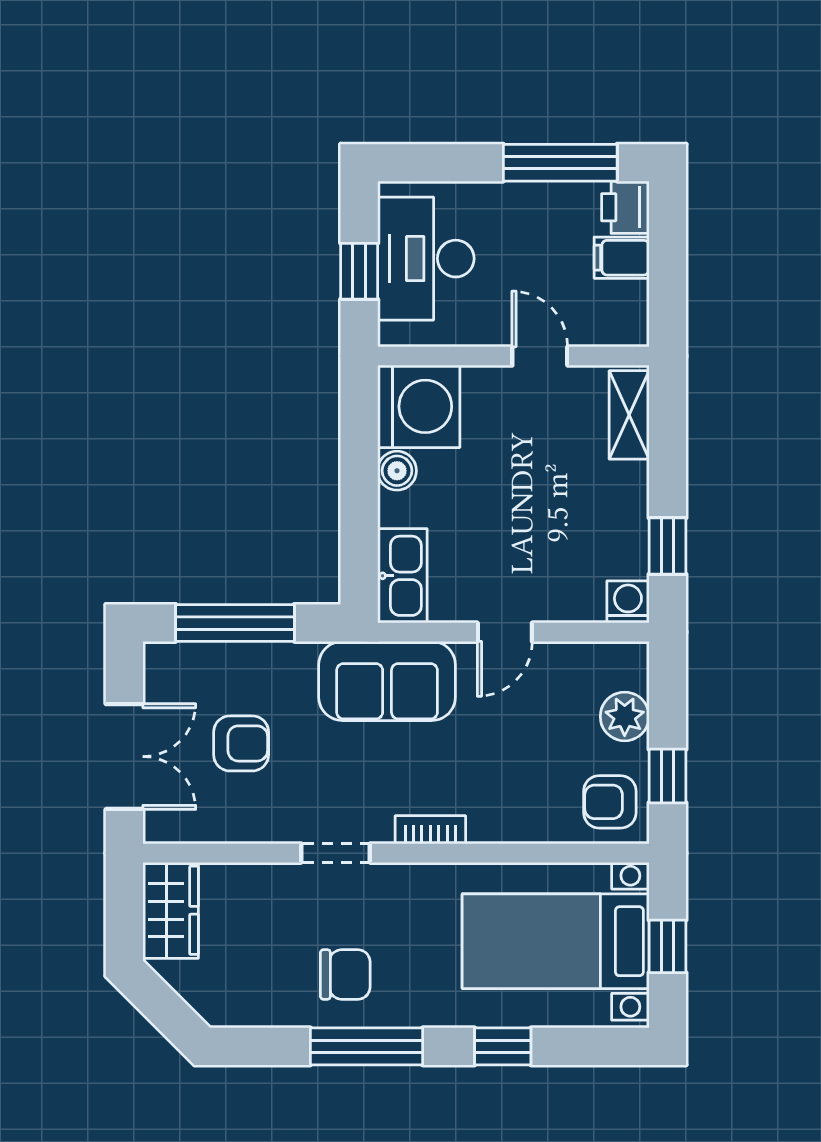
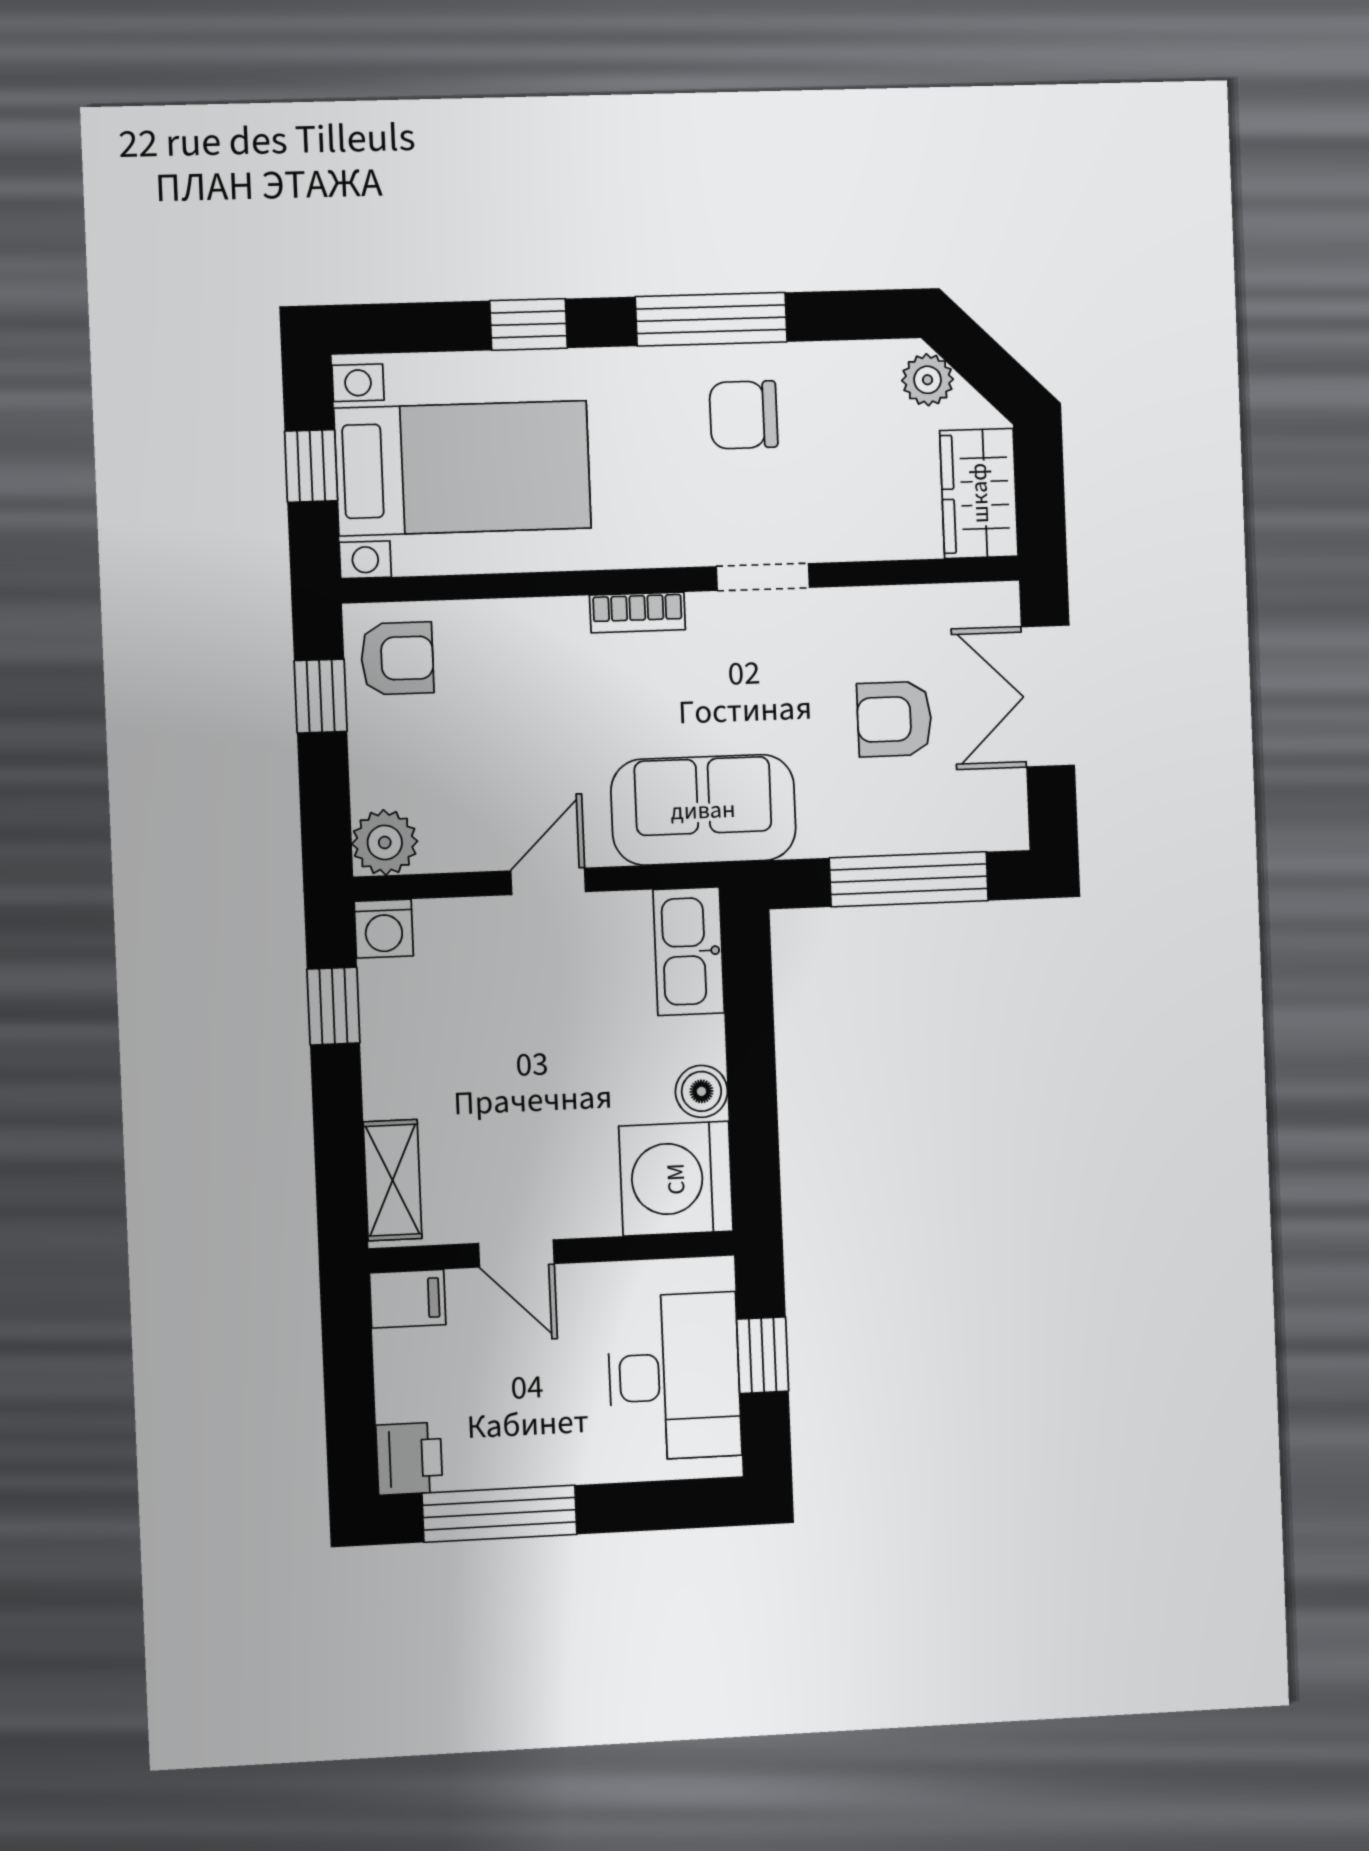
filing cabinet: (622, 258) -> (408, 1299), moved
plant: (625, 716) -> (385, 842), moved
plant: (206, 997) -> (928, 380), added

